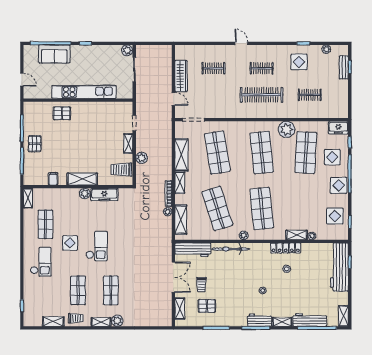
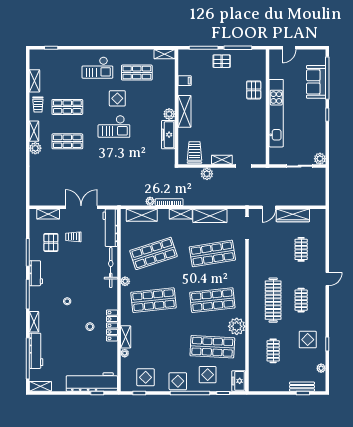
double door: (173, 277) -> (81, 207), swing flipped
workbench: (260, 320) -> (36, 273), moved

